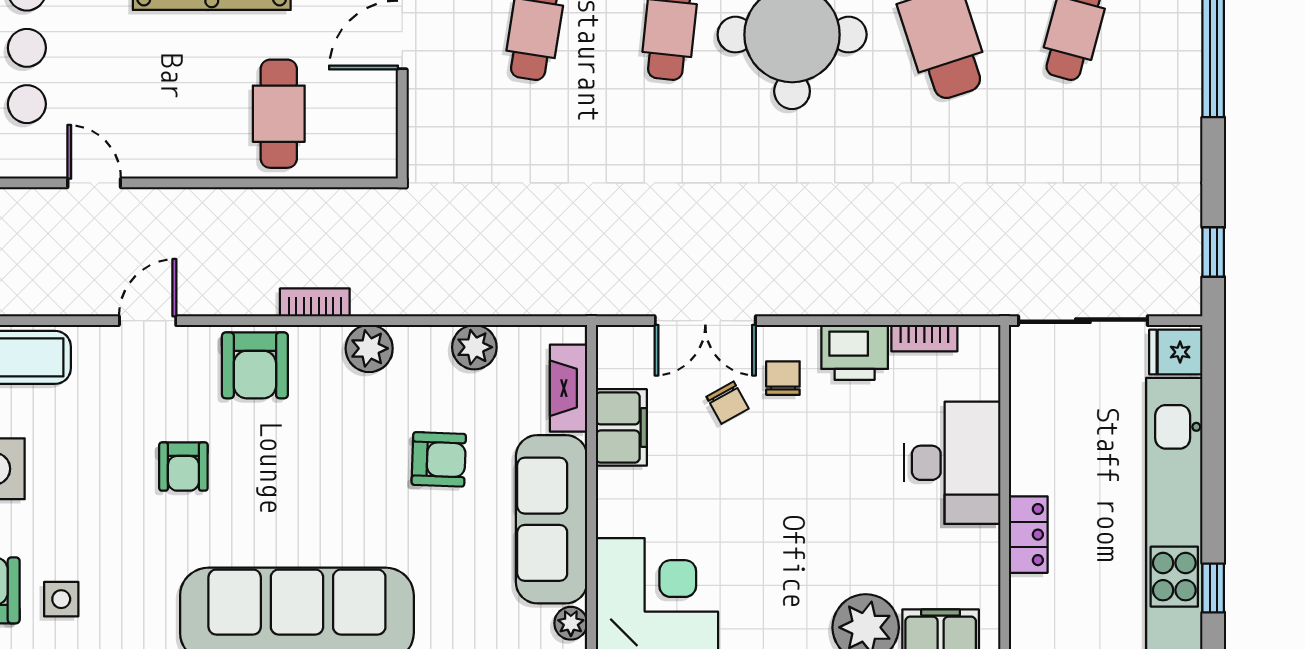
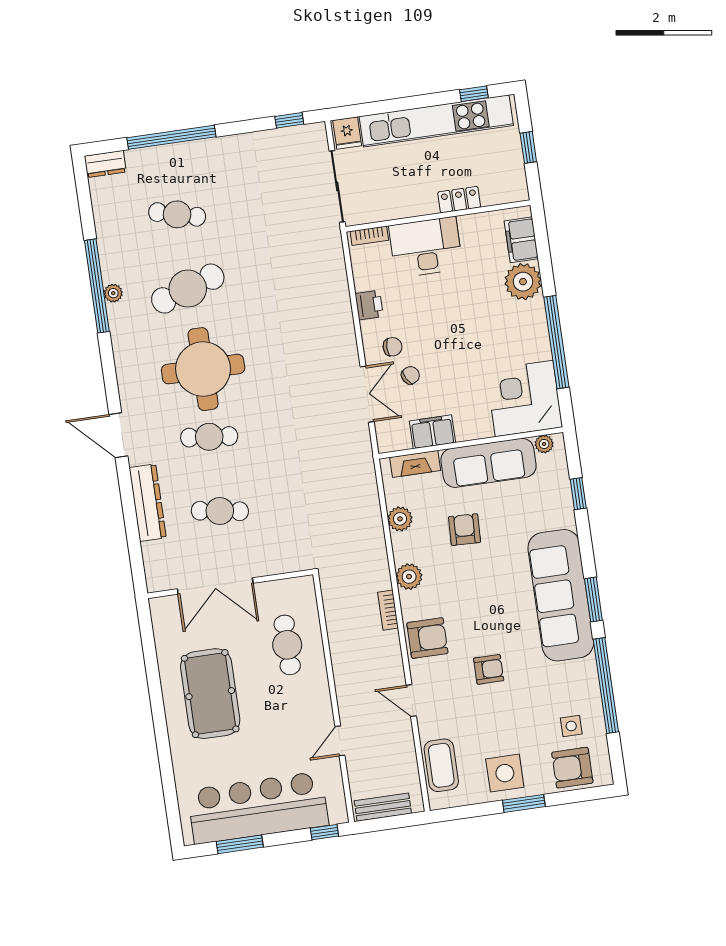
cafe table: (279, 114) -> (287, 645), turned 90
bookcase: (924, 338) -> (369, 236), moved, turned 90
printer: (855, 352) -> (369, 305), width x0.73, depth x0.81
chair: (783, 378) -> (393, 347), turned 180

